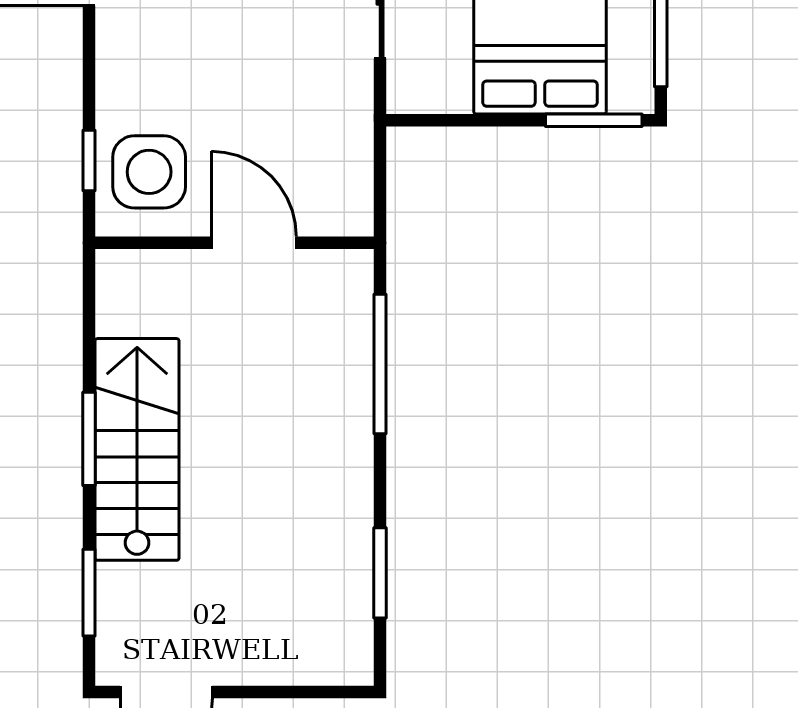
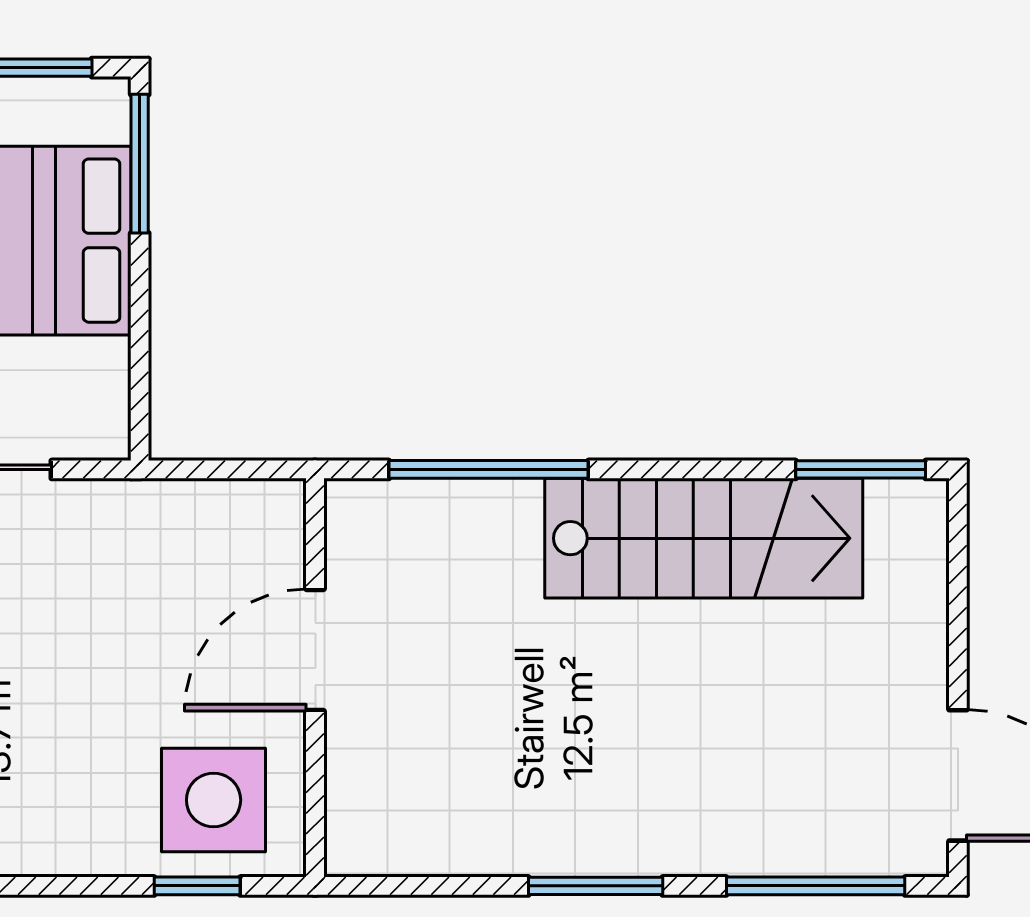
stairs: (137, 449) -> (704, 538), moved, turned 180
window: (380, 573) -> (861, 469), moved
window: (89, 593) -> (816, 886), width x1.44

